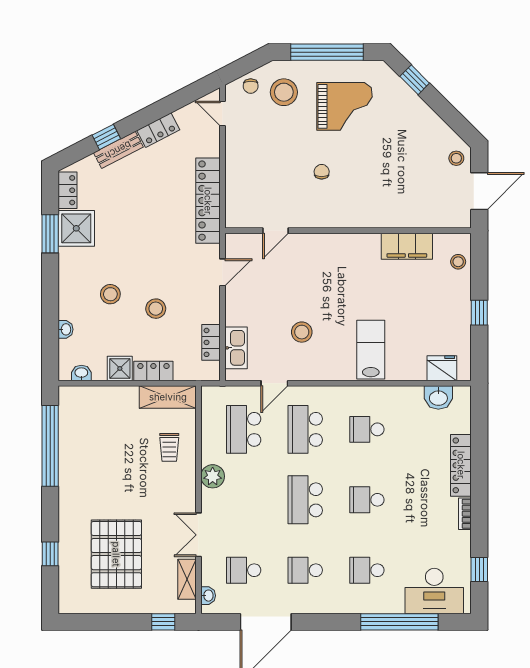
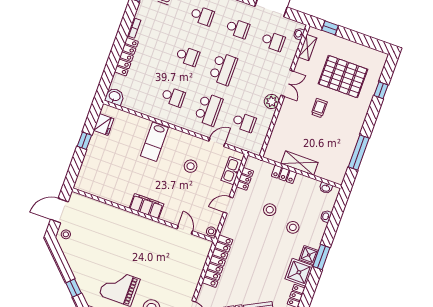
chair: (322, 172) -> (146, 254), removed
door: (275, 231) -> (185, 230), hinge flipped
window: (50, 234) -> (321, 257), moved
filing cabinet: (407, 246) -> (147, 206), moved
stool: (458, 262) -> (211, 231), moved
door: (223, 272) -> (228, 205), moved
shower: (120, 368) -> (309, 255), moved
fridge: (442, 368) -> (104, 125), moved, turned -90
shelving: (168, 397) -> (300, 163), moved
washbasin: (438, 397) -> (115, 96), moved
school desk: (244, 429) -> (244, 122), width x0.54
window: (50, 446) -> (359, 152), width x0.68
trolley: (169, 447) -> (319, 108), moved
double door: (198, 535) -> (287, 83), moved
pallet: (116, 554) -> (343, 77), turned 90

